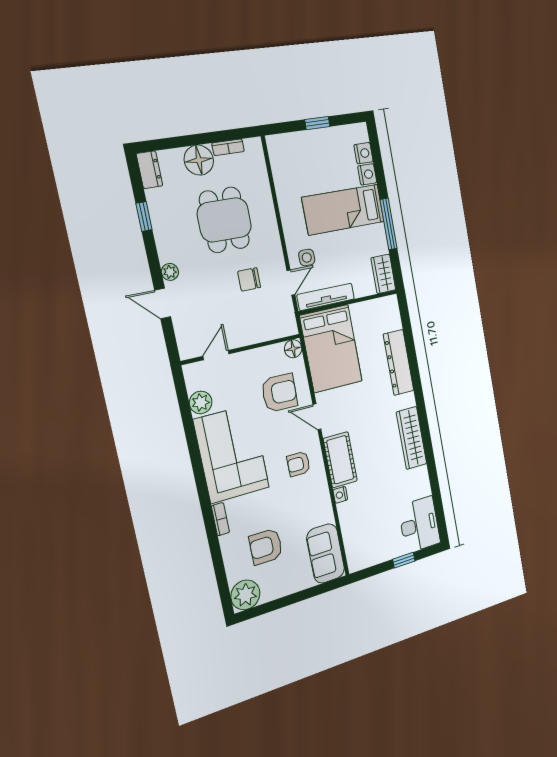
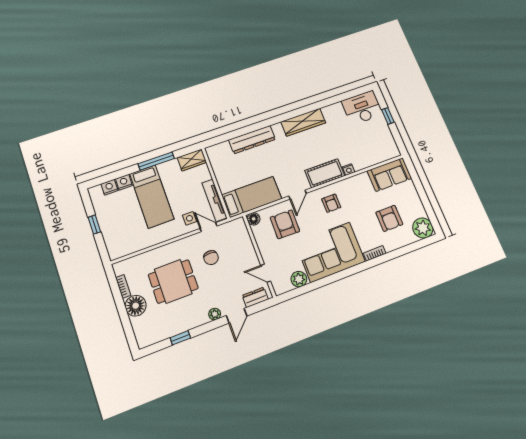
dresser: (150, 170) -> (255, 297), moved
bed: (331, 349) -> (252, 197), width x0.67

